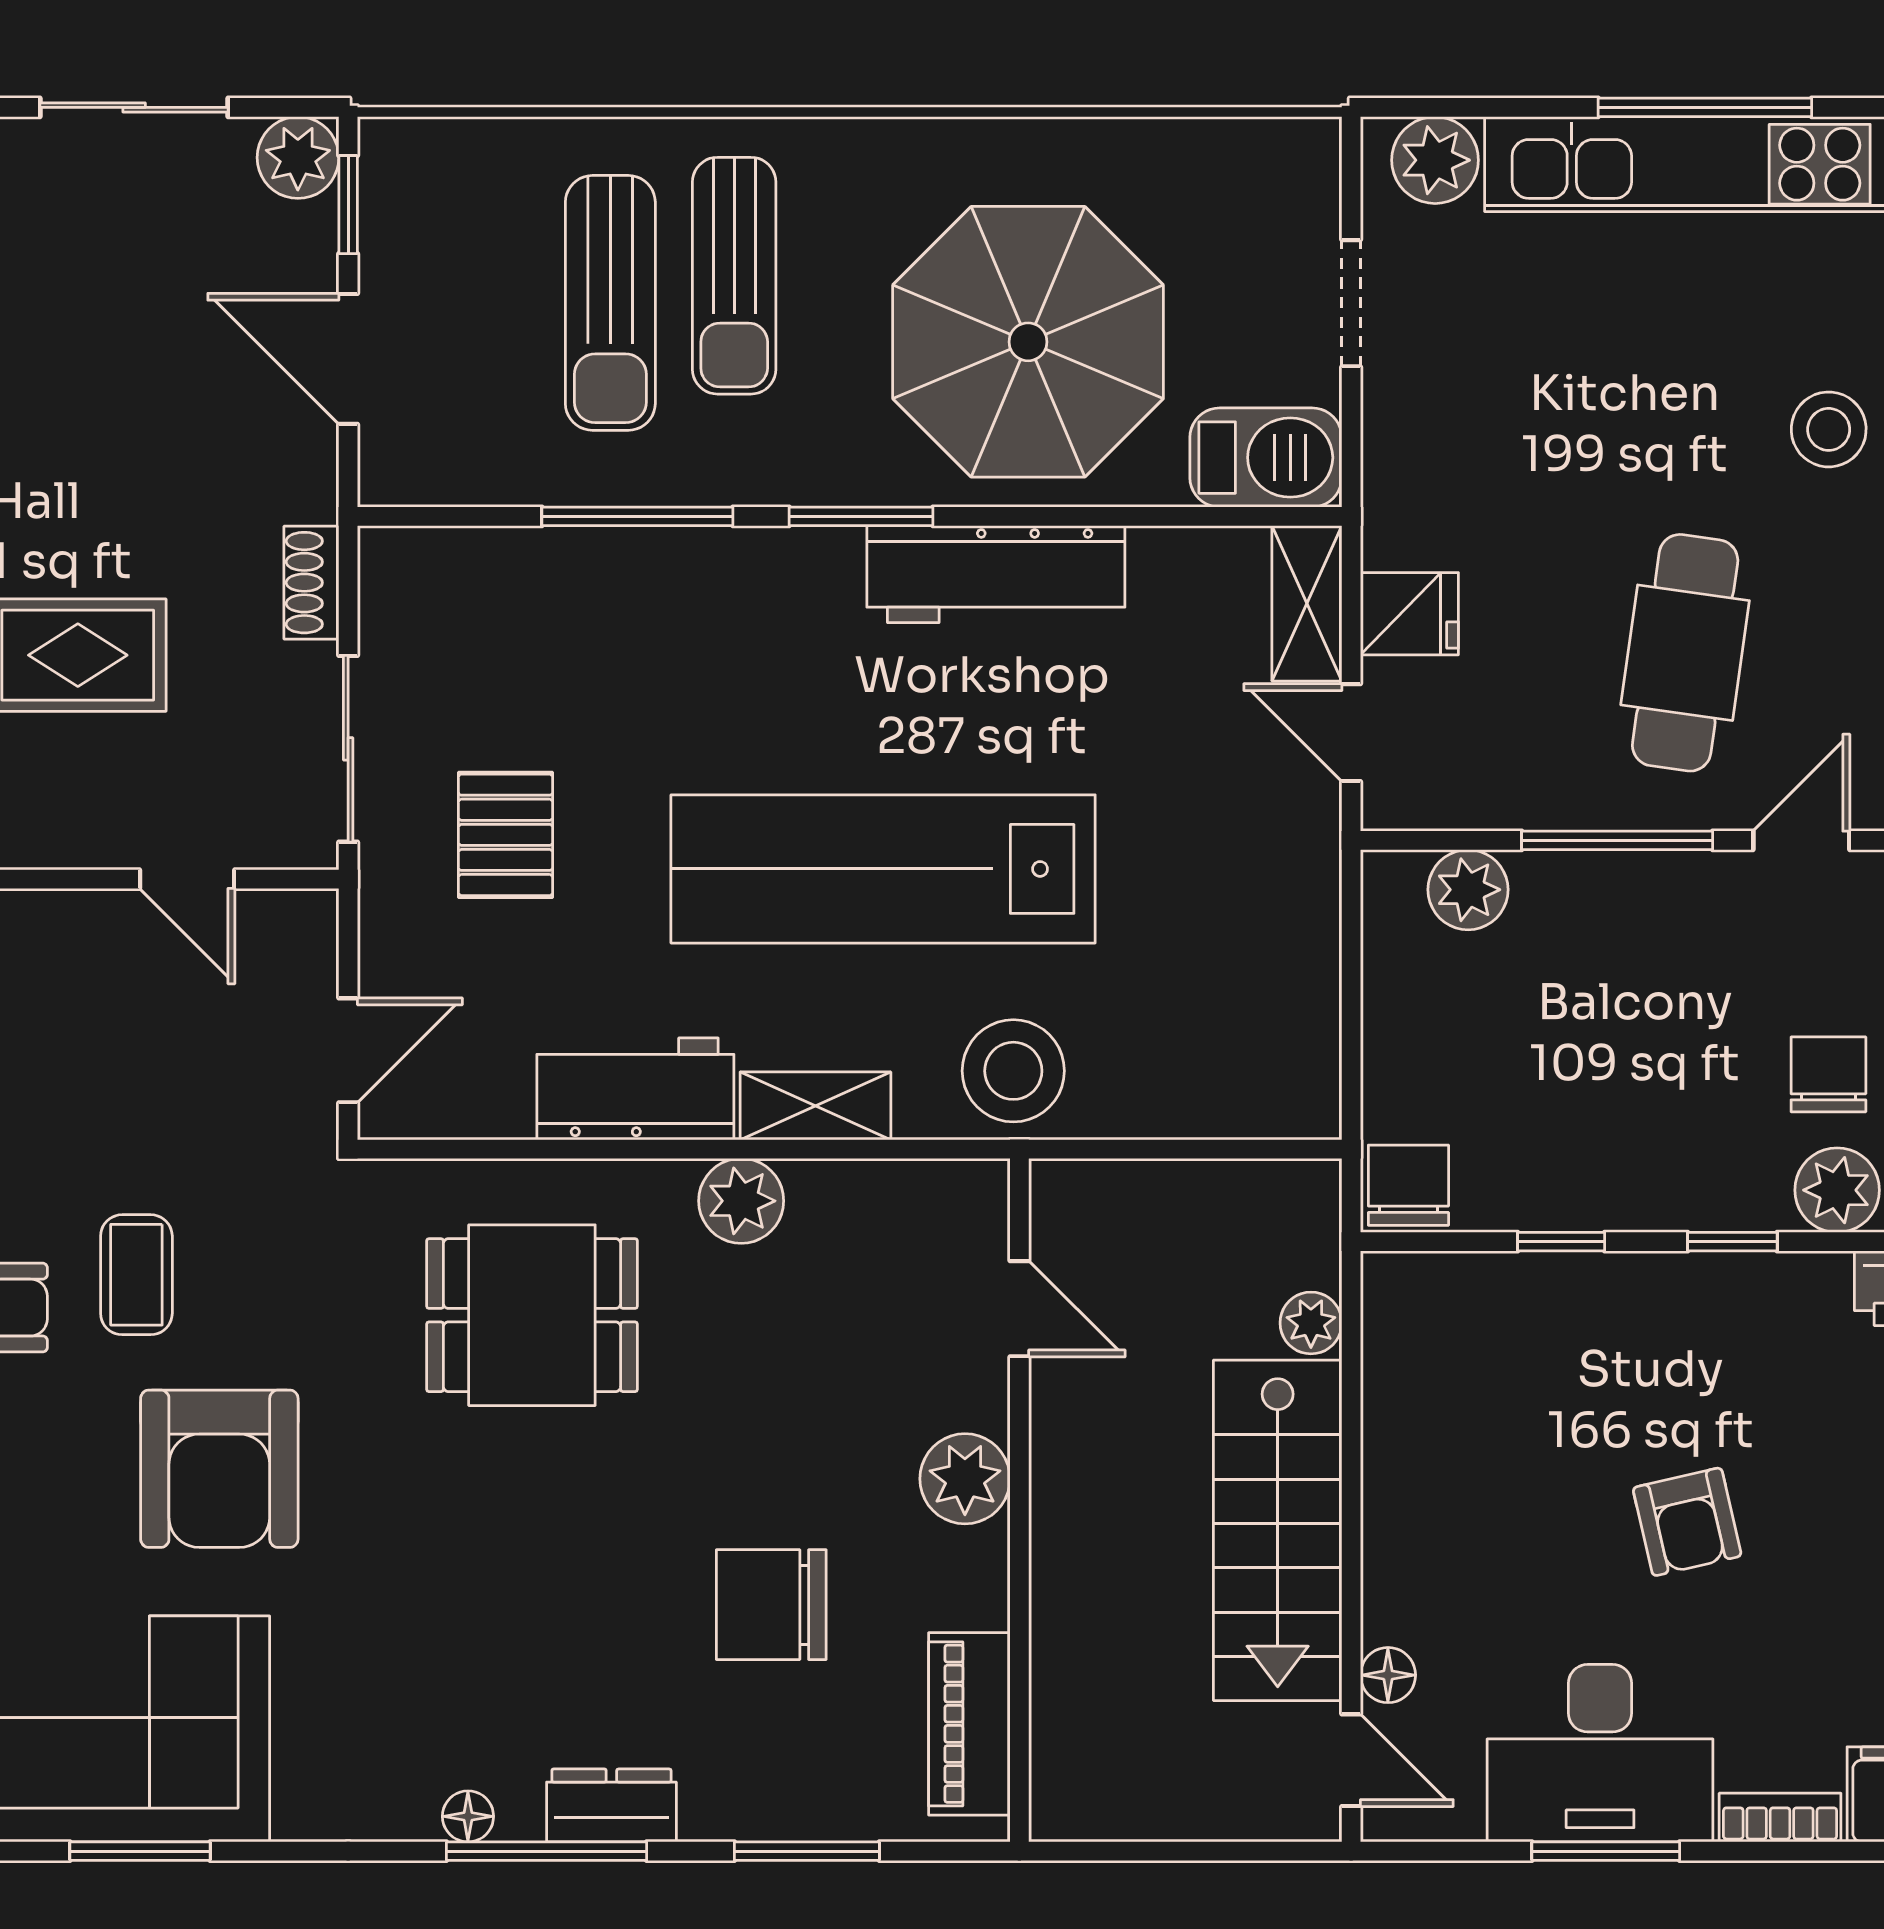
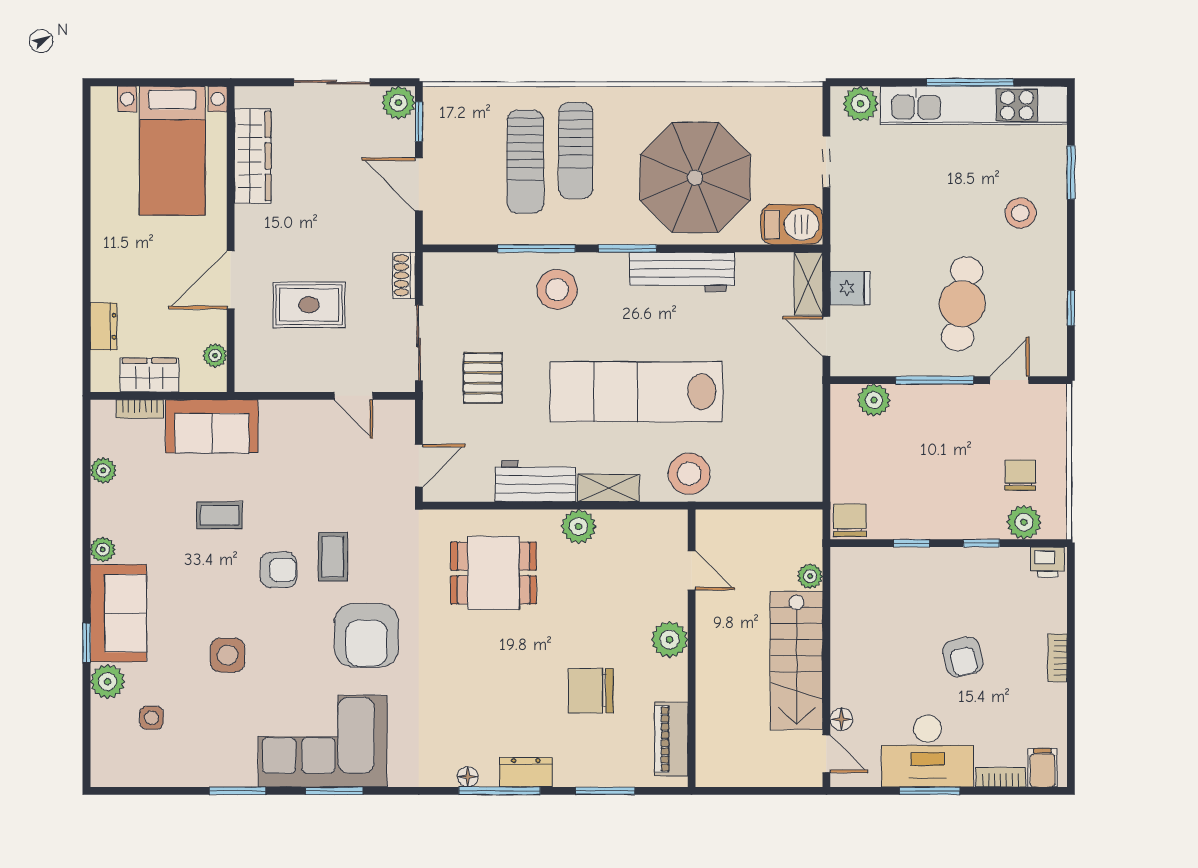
stool: (688, 617) -> (557, 290), added

